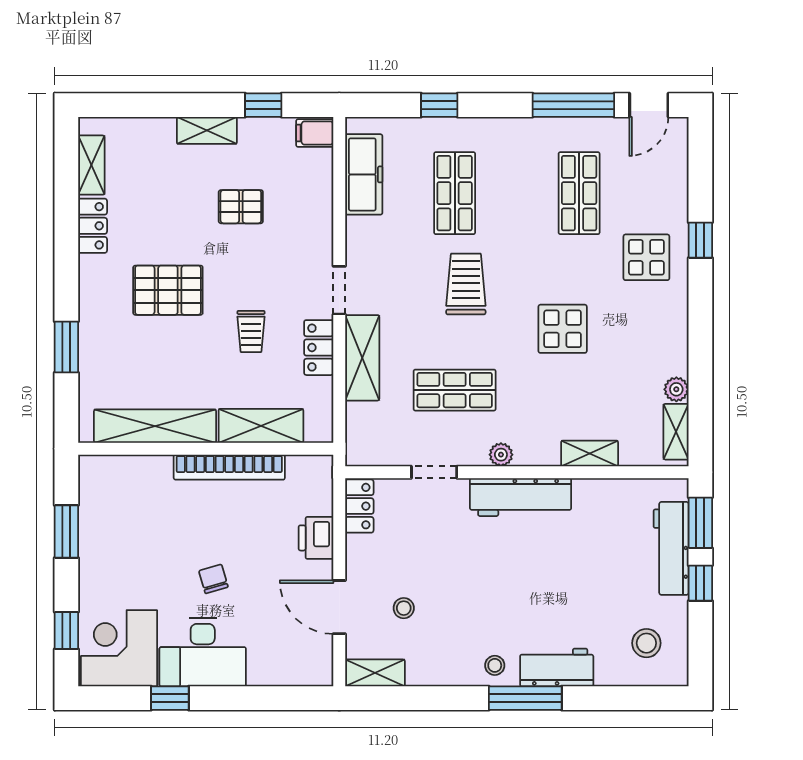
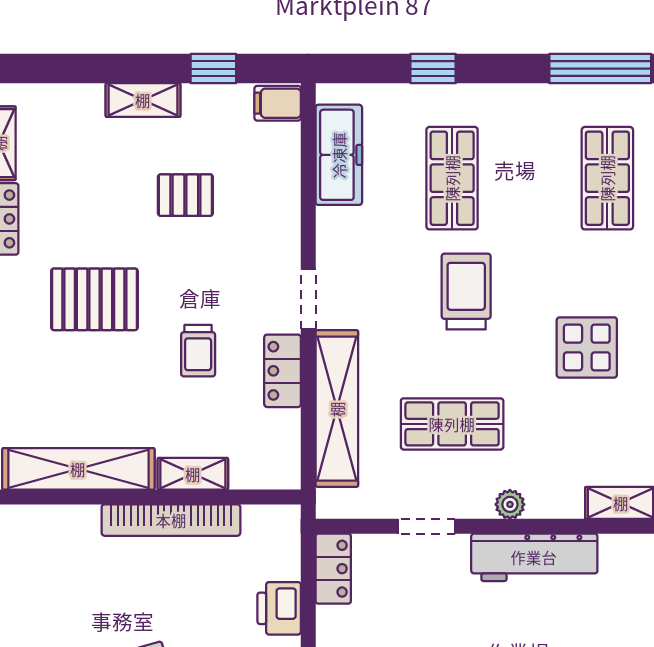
shelving: (362, 358) -> (337, 409), width x1.47
shelving: (261, 426) -> (193, 474), width x0.67, depth x0.75

